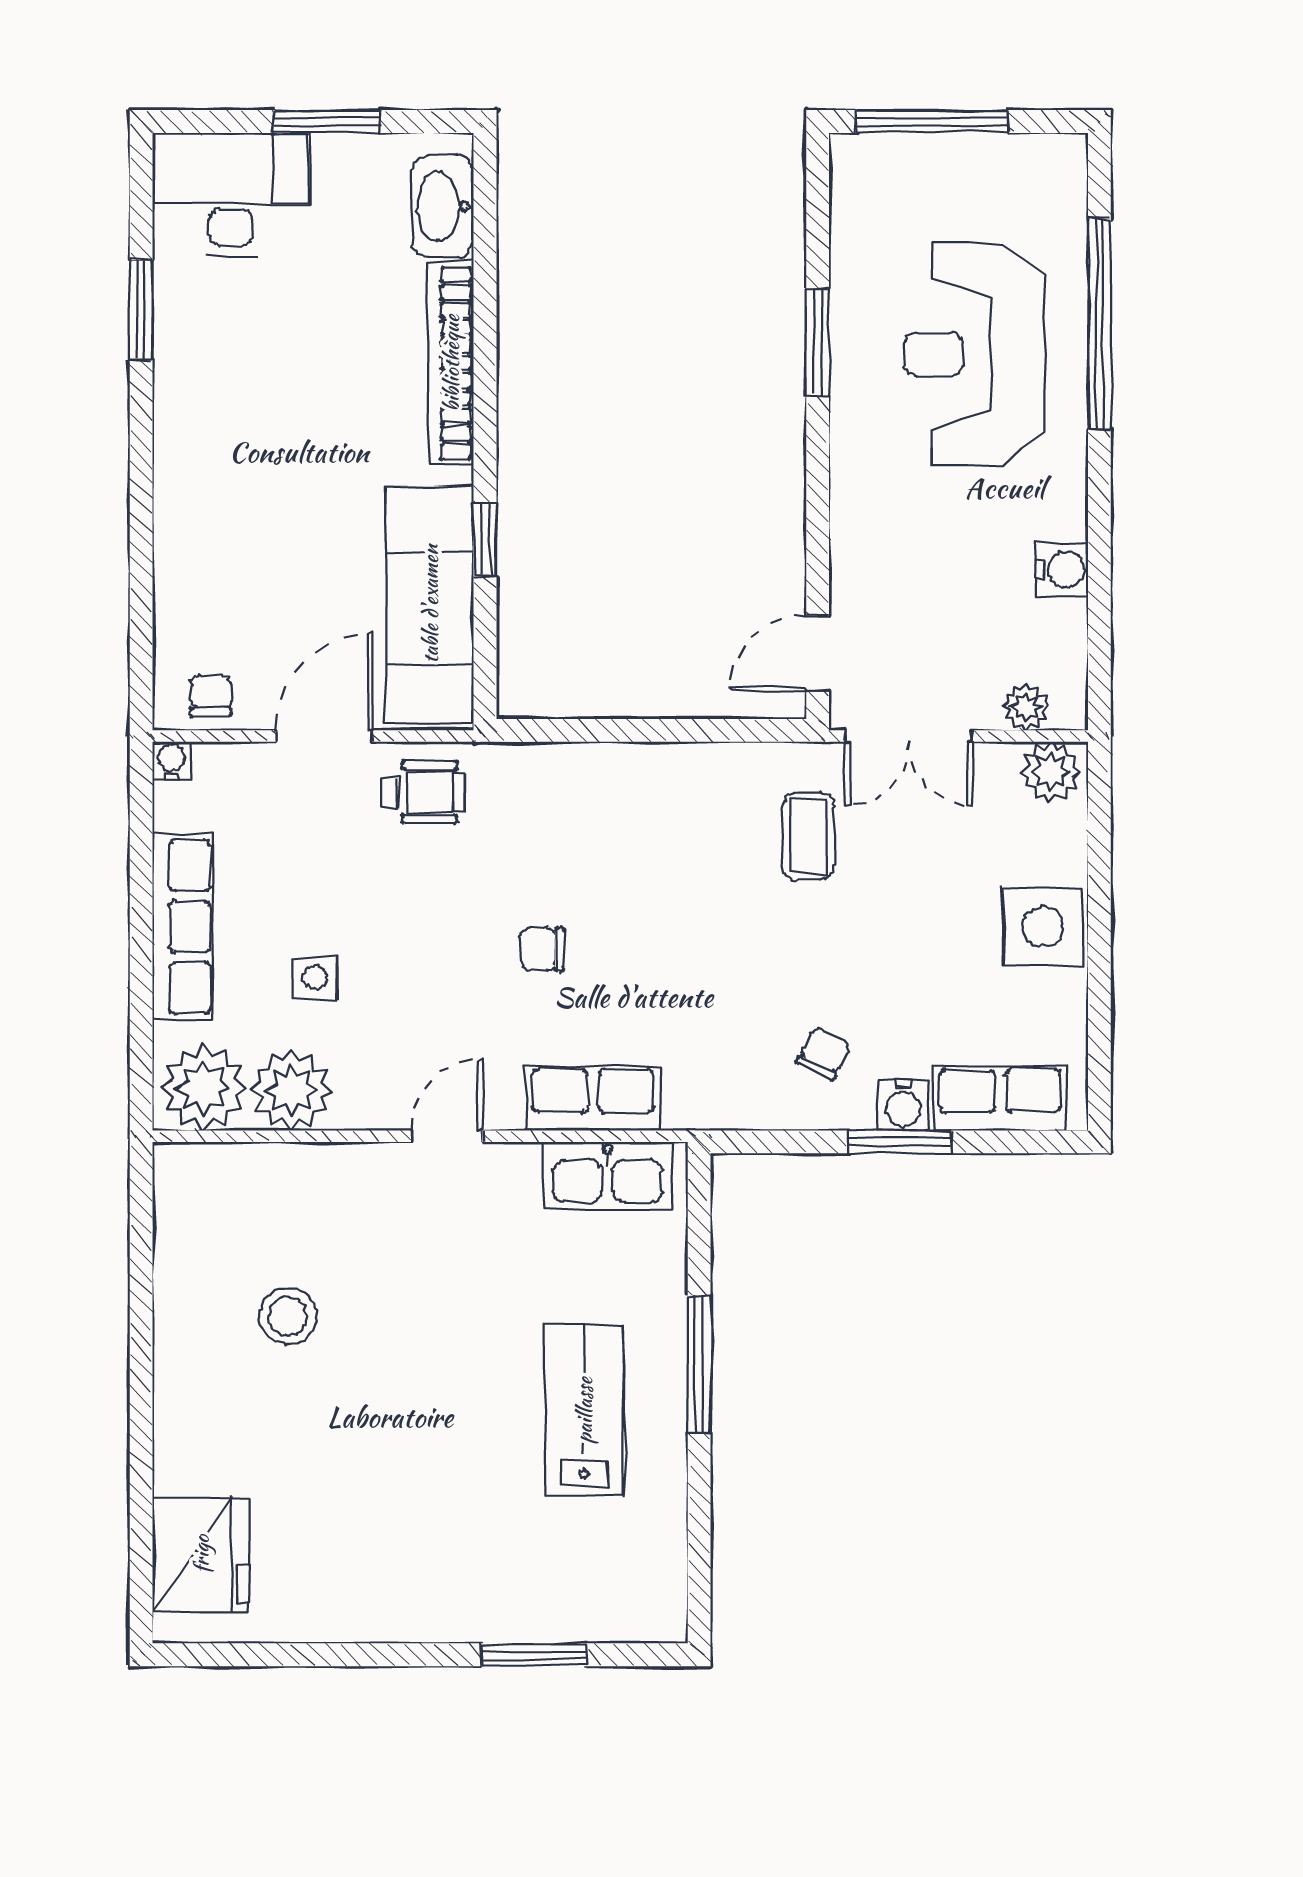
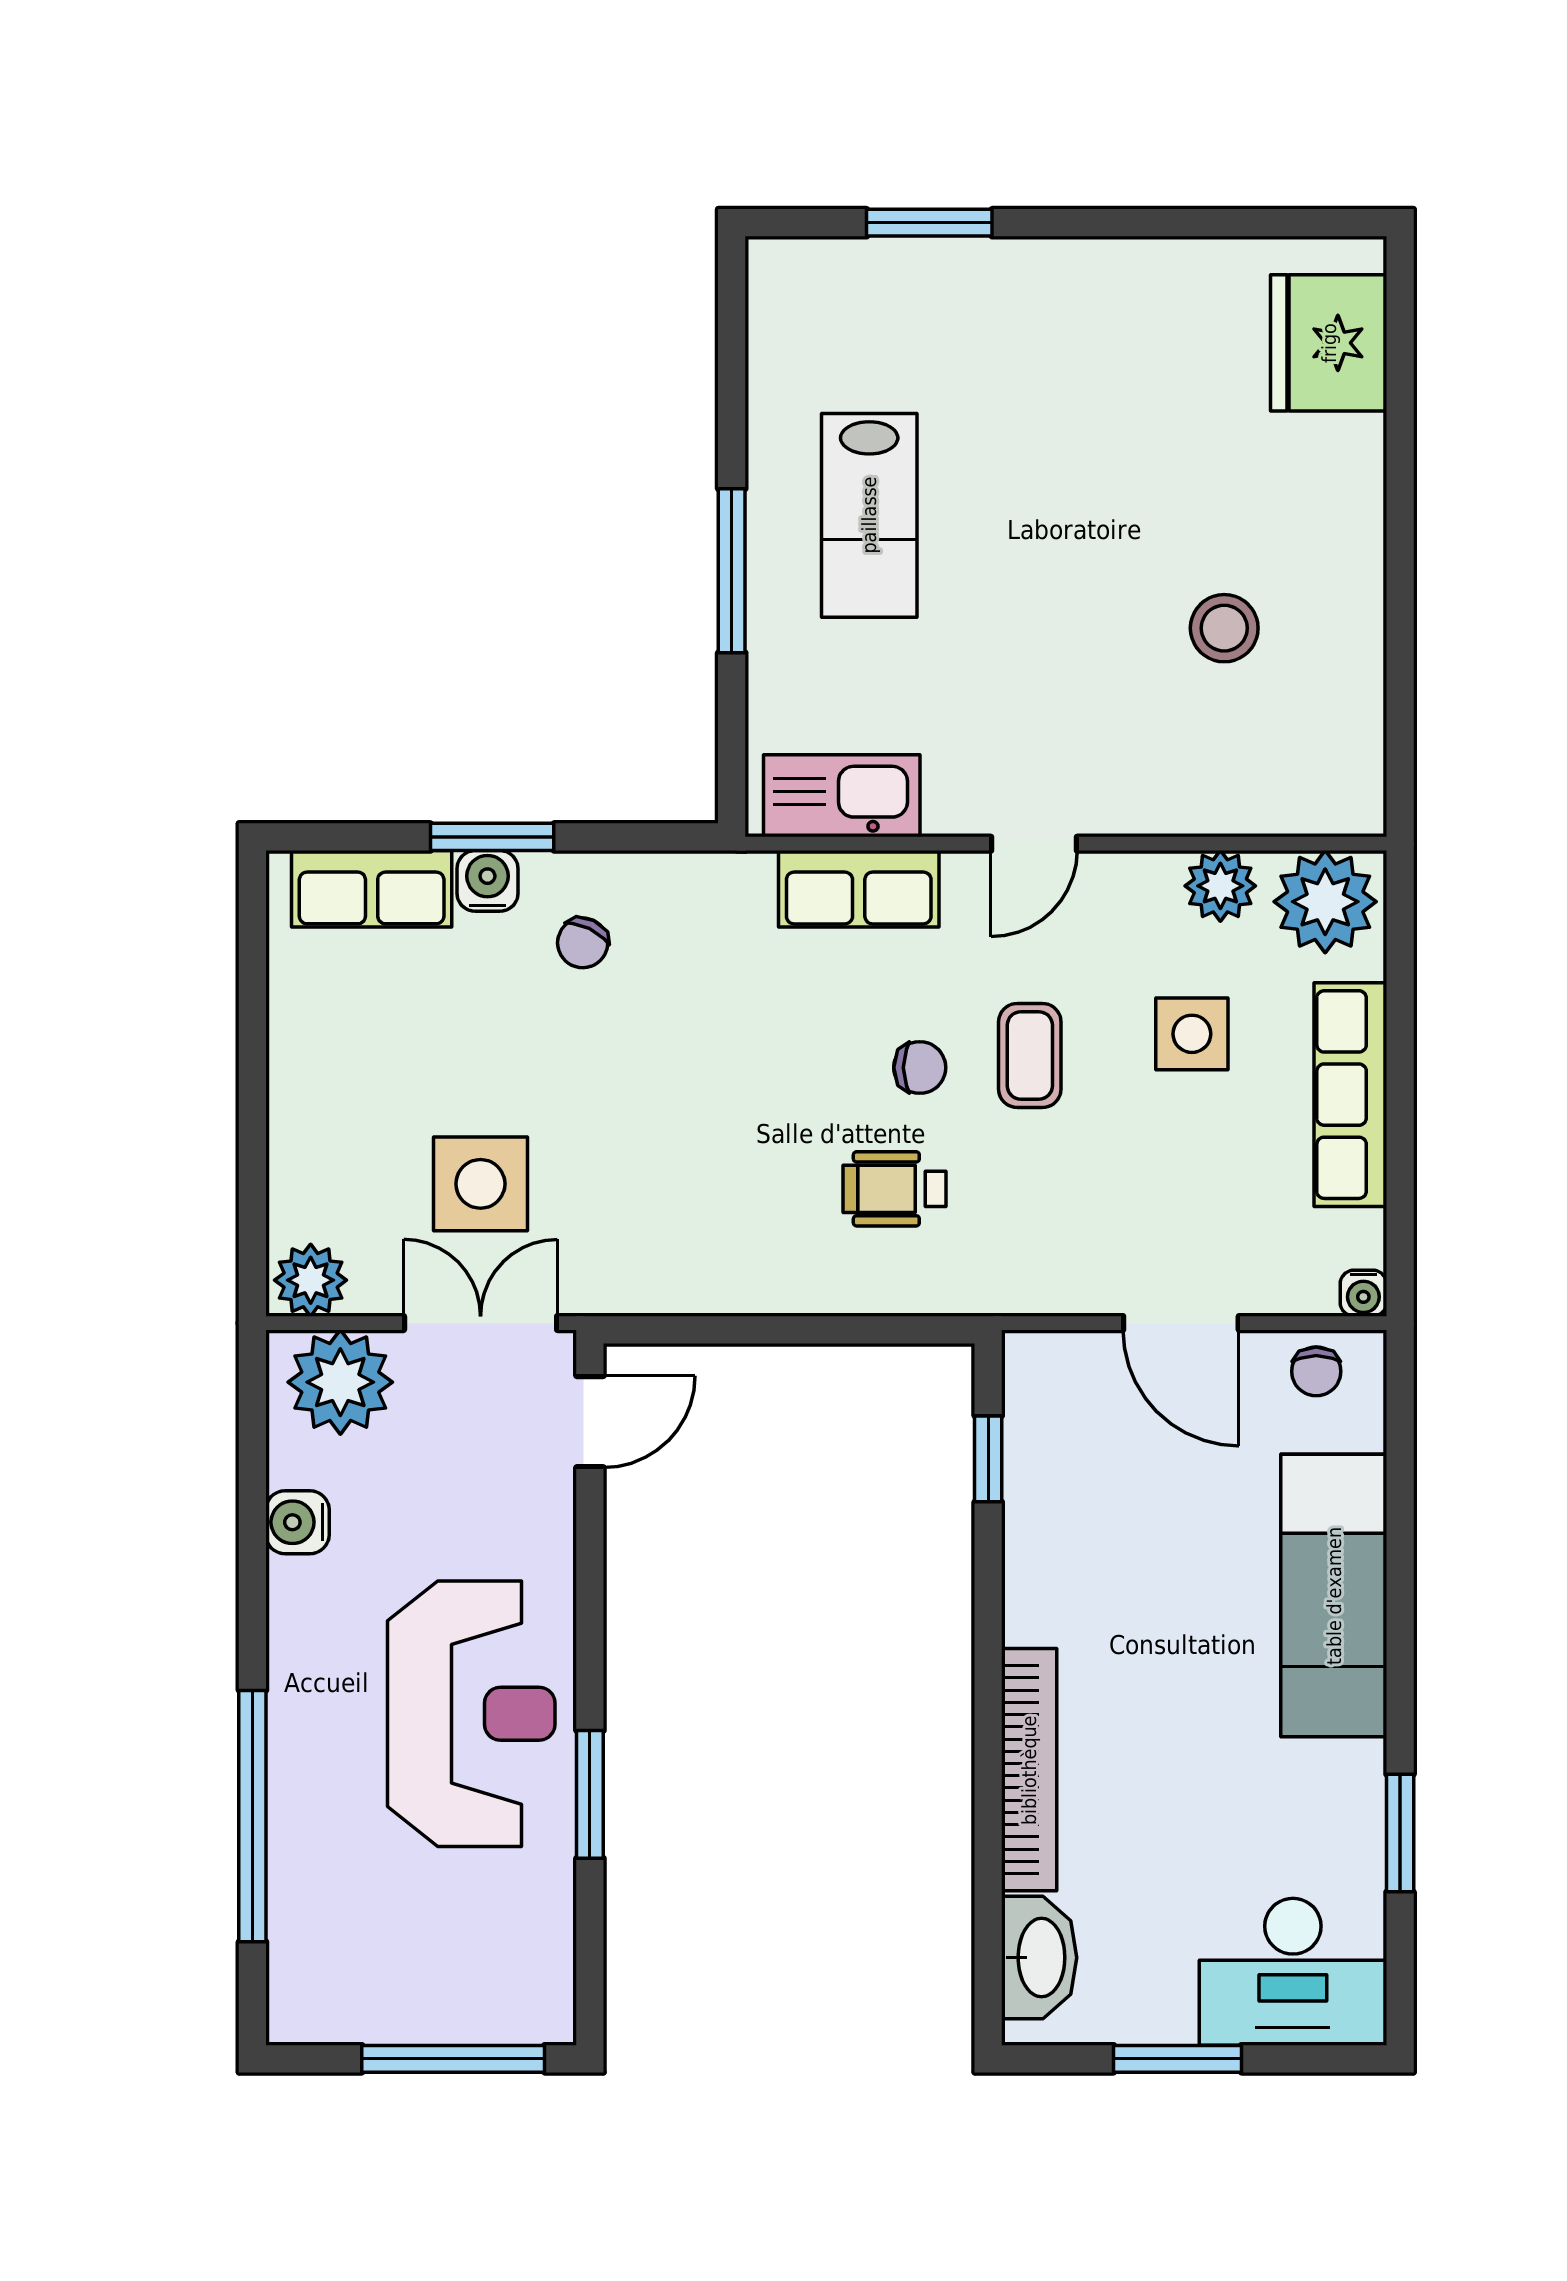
reception desk: (974, 354) -> (471, 1714), moved
window: (485, 540) -> (988, 1459), moved
exam couch: (430, 604) -> (1334, 1596), moved, turned 180
plant: (1026, 707) -> (340, 1382), width x1.87, depth x1.87
door: (324, 736) -> (1181, 1323), hinge flipped
wheelchair: (423, 792) -> (895, 1189), moved
coffee table: (808, 836) -> (1030, 1055), moved
side table: (1043, 927) -> (480, 1184), moved
side table: (315, 977) -> (1192, 1034), width x1.37, depth x1.37
plant: (291, 1090) -> (1220, 886), width x0.73, depth x0.73

